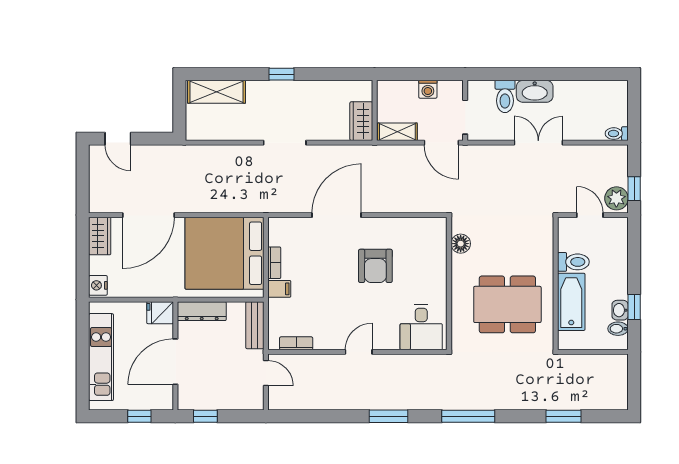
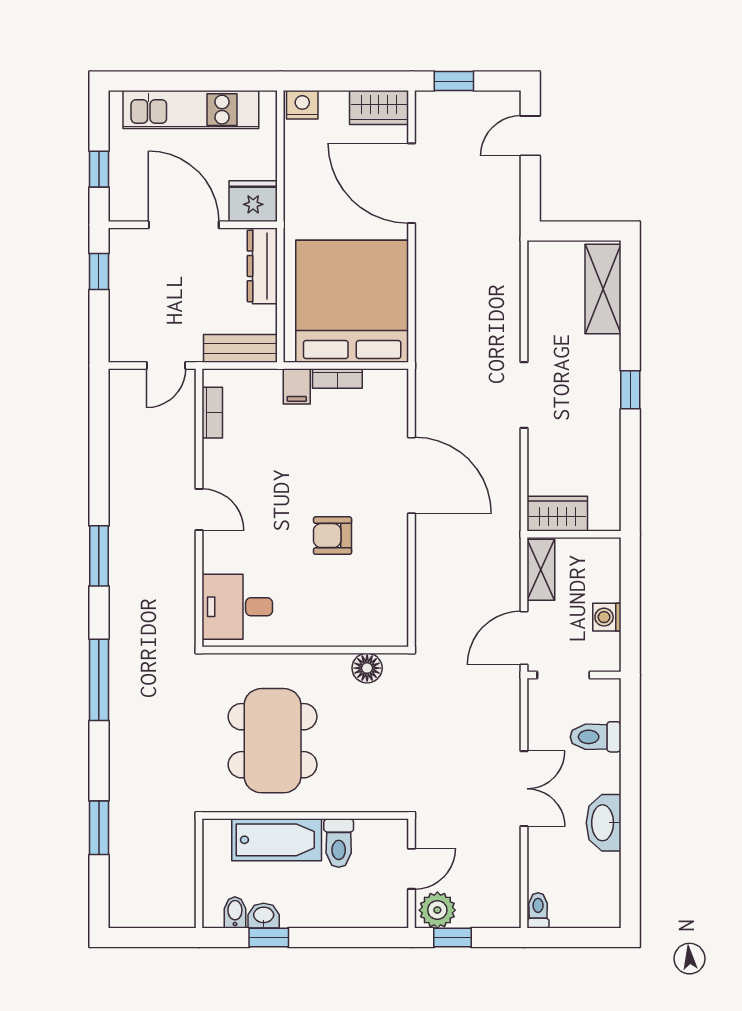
washbasin: (535, 91) -> (604, 823), moved
window: (83, 188) -> (454, 81), added
armchair: (375, 266) -> (333, 536), width x0.72, depth x0.72
fridge: (160, 313) -> (253, 201), width x1.38

